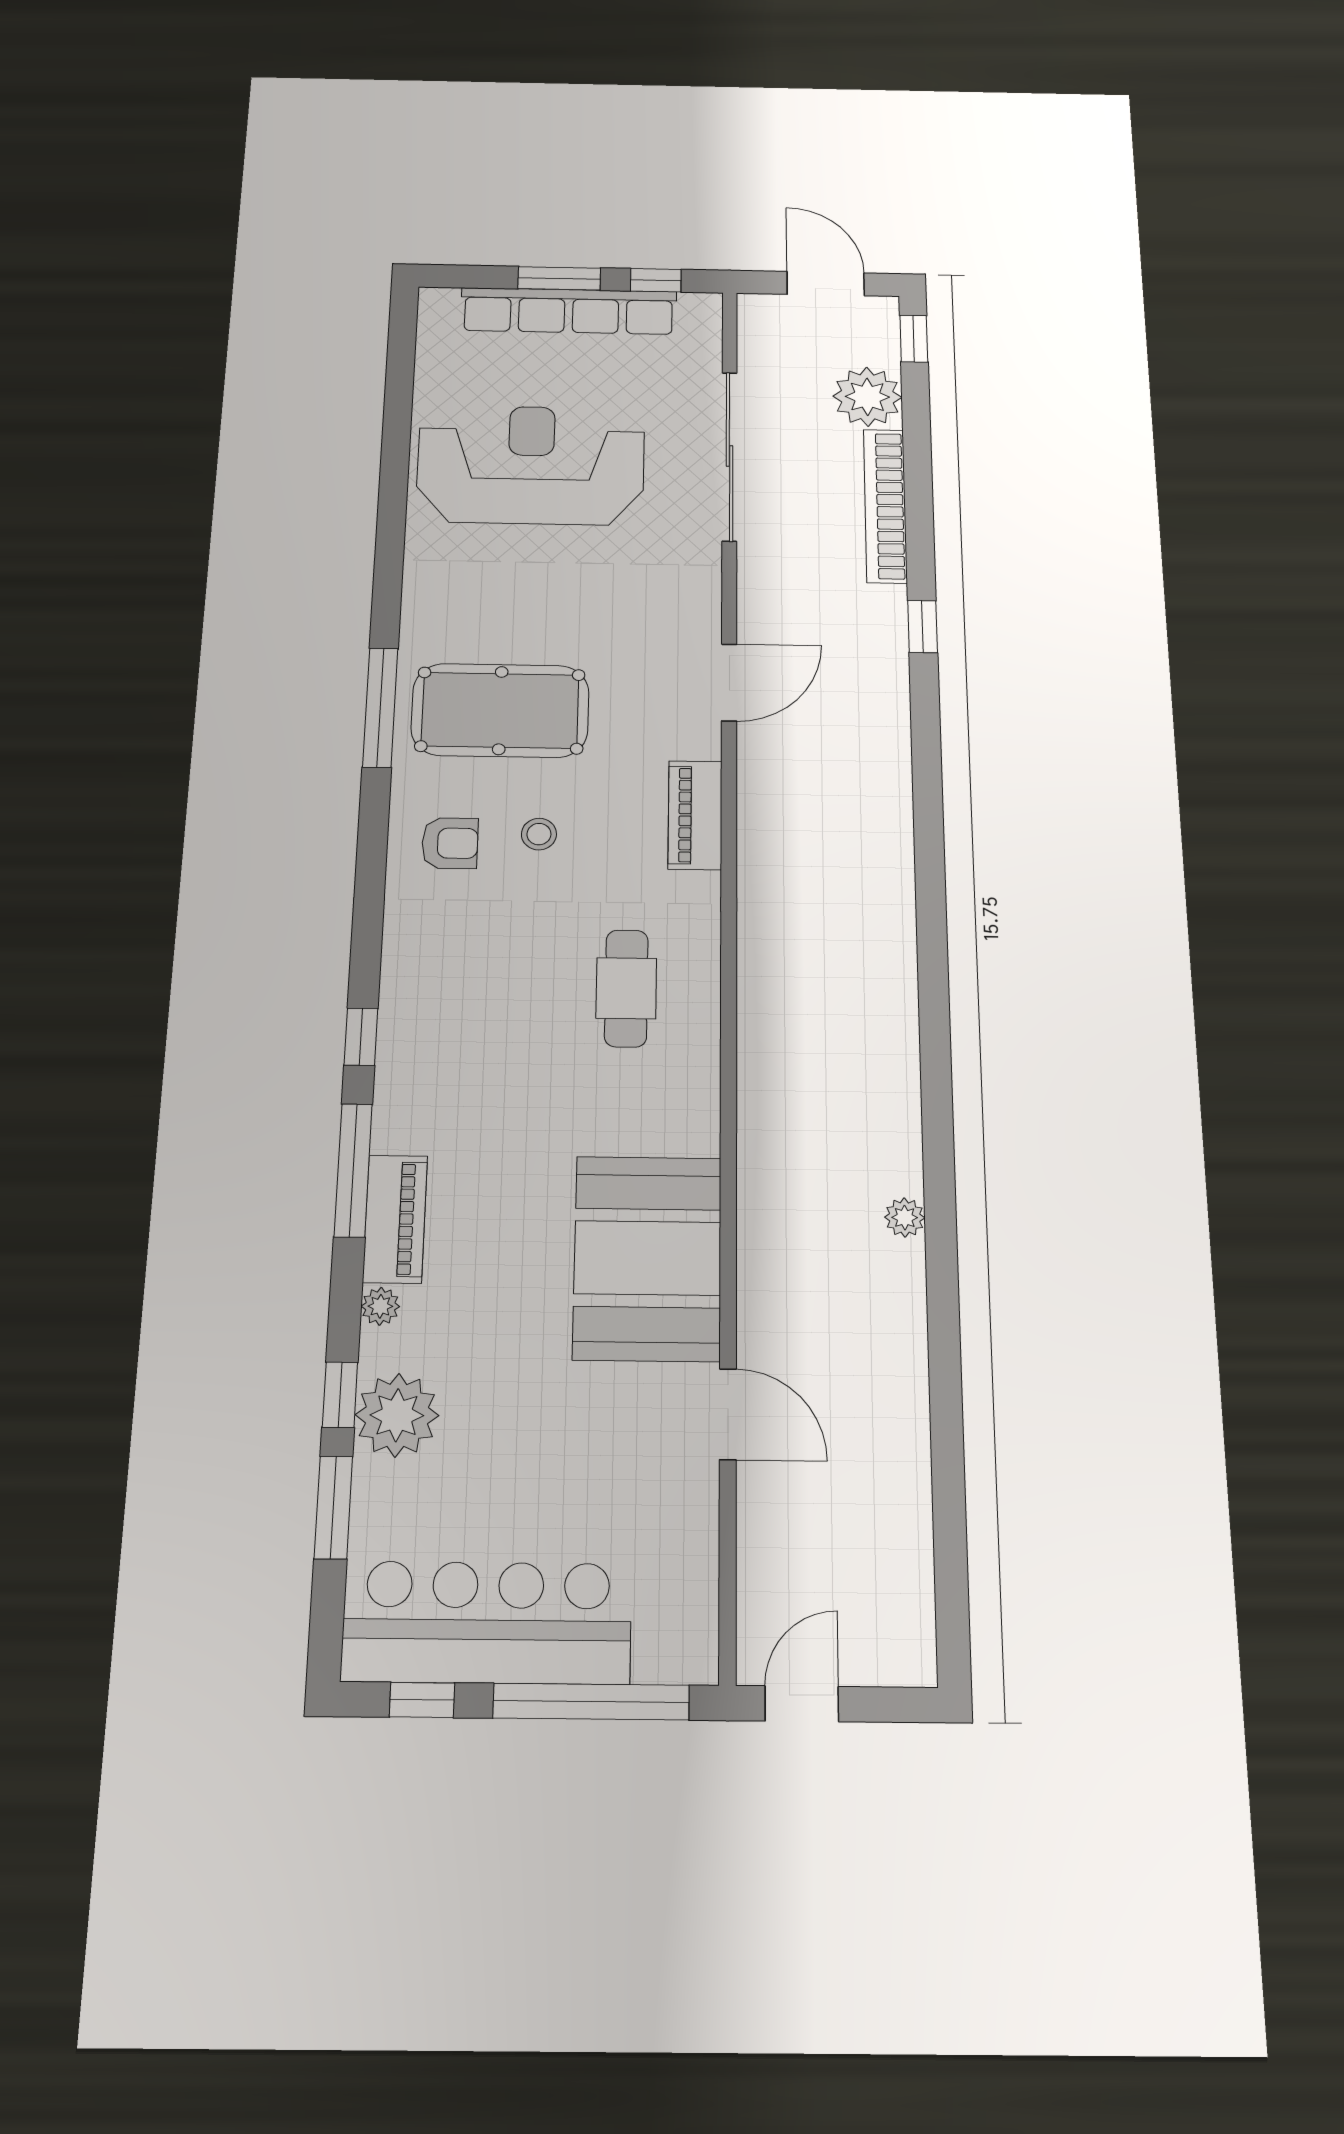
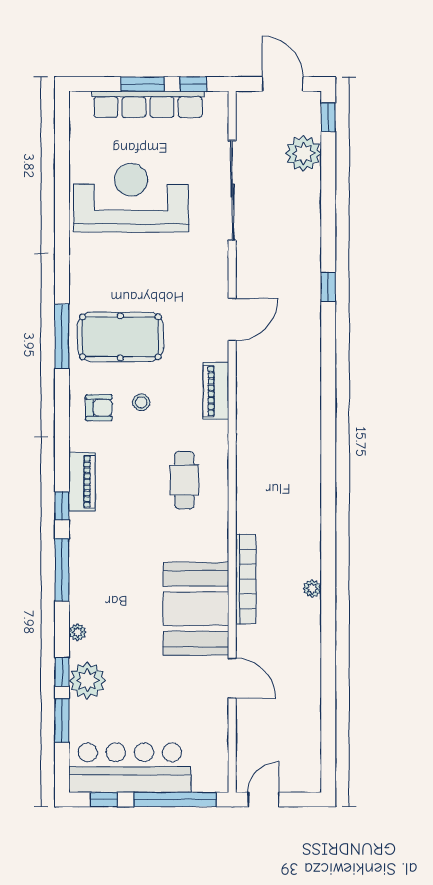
bookcase: (885, 506) -> (246, 579), moved, turned 180
piano: (395, 1219) -> (82, 482), moved

